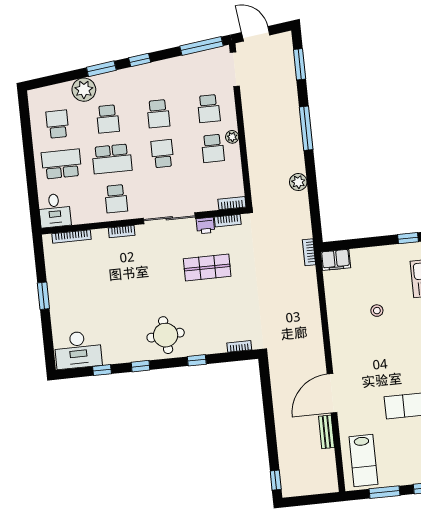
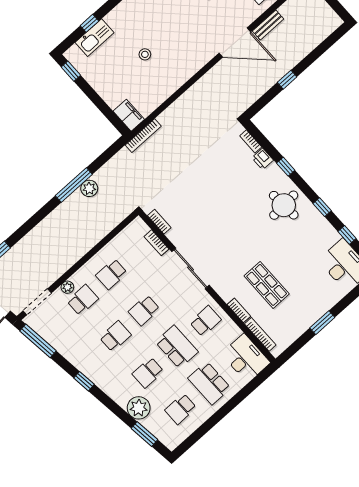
window: (101, 69) -> (144, 434), moved
school desk: (108, 119) -> (148, 373), turned 180
window: (306, 128) -> (74, 185), moved
plant: (232, 137) -> (67, 287), moved
school desk: (213, 148) -> (111, 274), turned 180
bookcase: (232, 203) -> (156, 243), moved
desk: (55, 210) -> (246, 358), width x1.37
printer: (205, 226) -> (263, 159), moved, turned 180
bookcase: (122, 232) -> (239, 310), moved
bookcase: (309, 252) -> (143, 136), width x1.56
shop shelf: (207, 267) -> (267, 285), moved
window: (276, 480) -> (287, 80), moved

